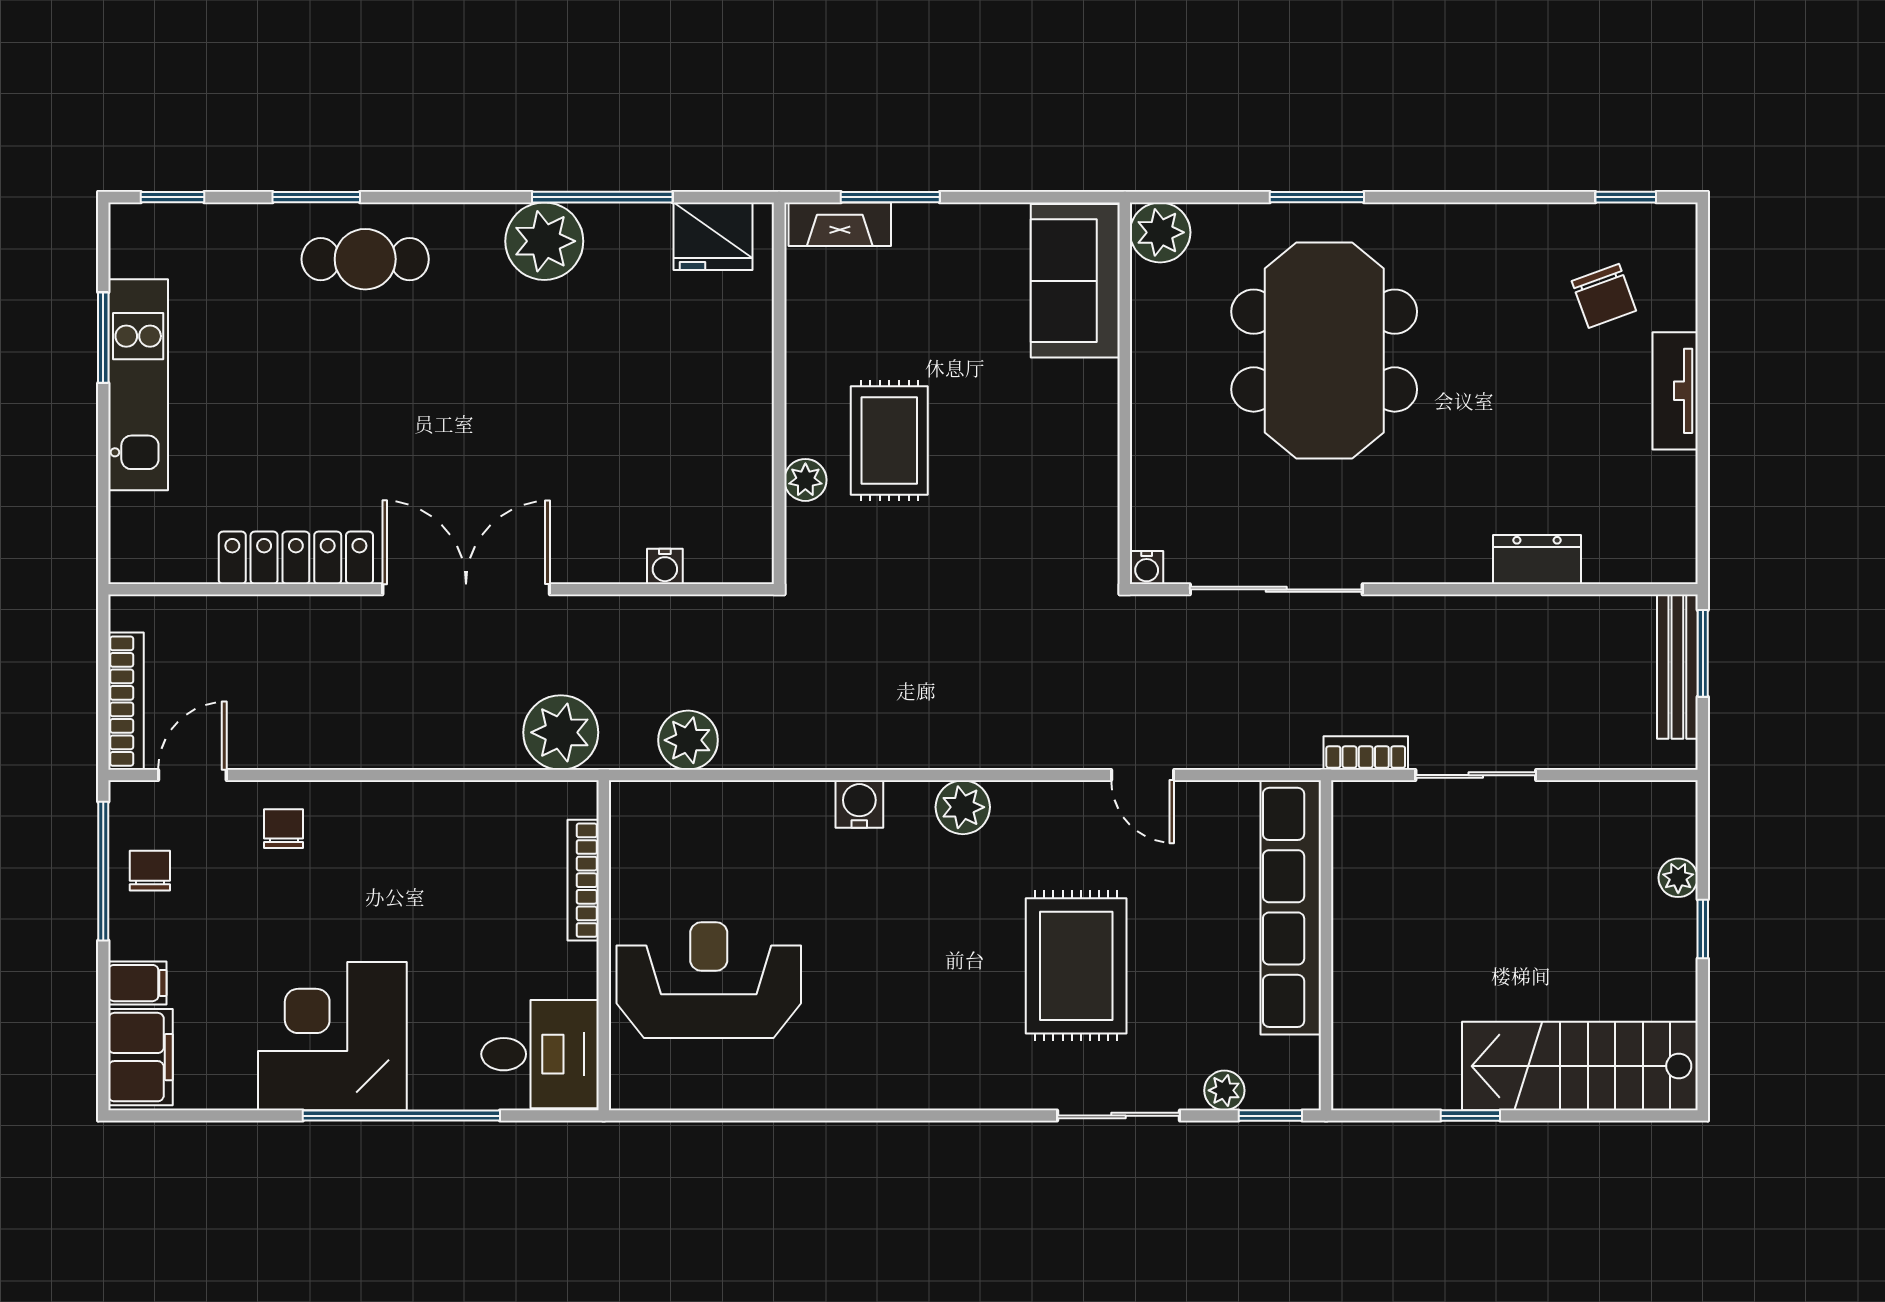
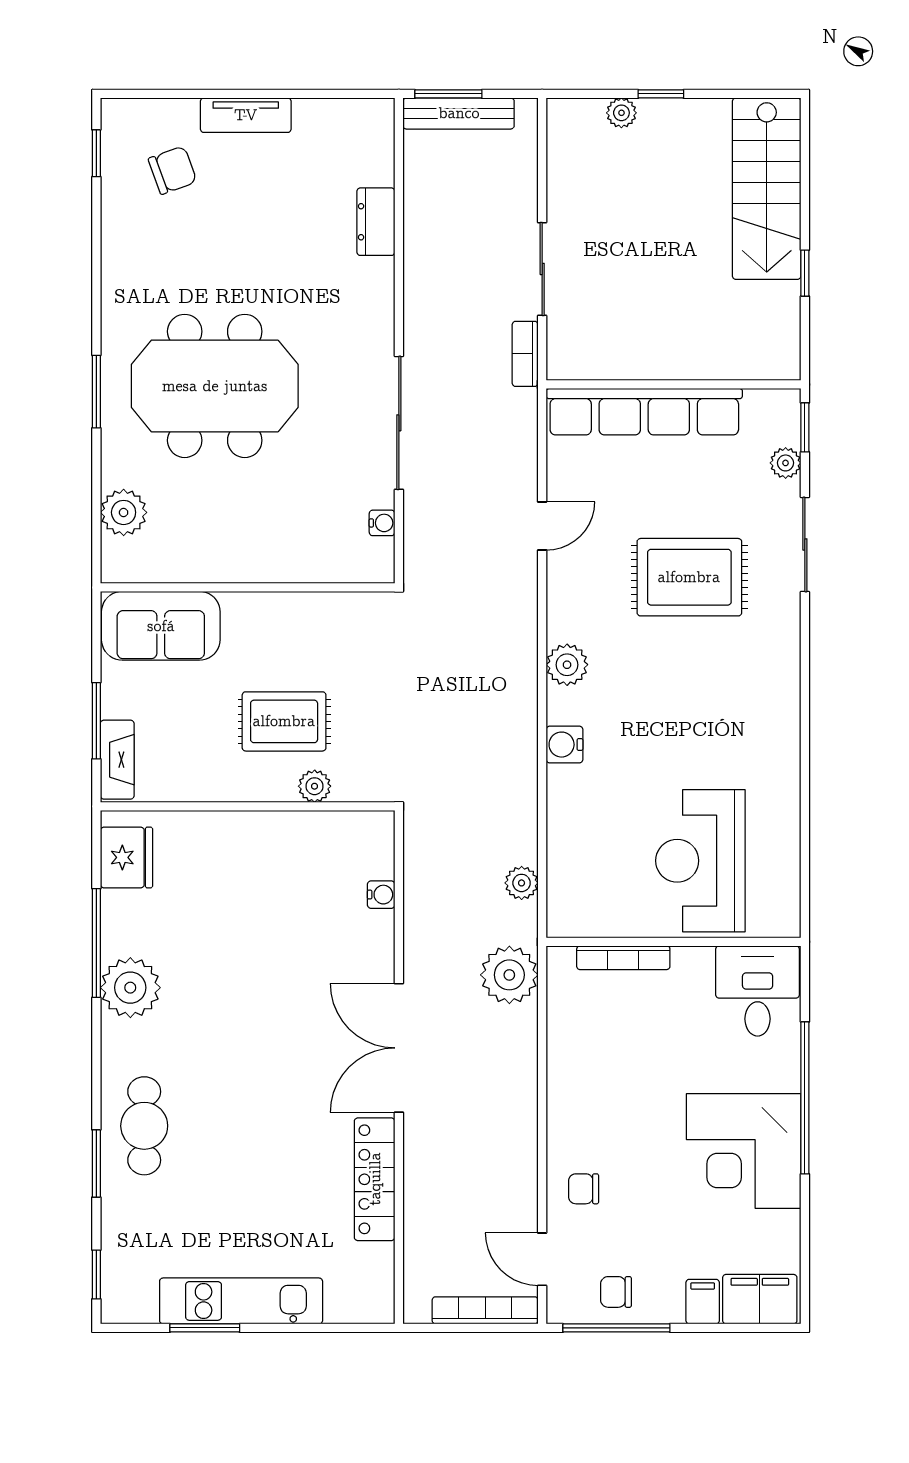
sofa: (1075, 281) -> (161, 626), moved
wall: (1125, 393) -> (248, 587), moved
plant: (688, 740) -> (522, 883), width x0.73, depth x0.73

